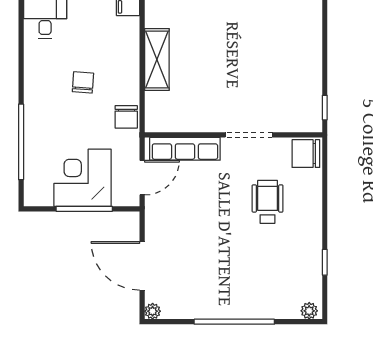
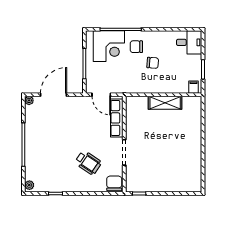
chair: (126, 117) -> (136, 47), moved
corner desk: (82, 178) -> (109, 46), moved, turned 90
wheelchair: (268, 202) -> (88, 163), turned 34

